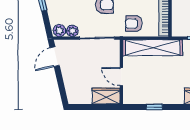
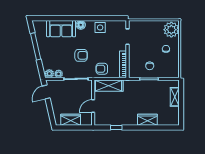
shelving: (153, 48) -> (108, 86), width x0.68
door: (121, 77) -> (93, 106), hinge flipped
wardrobe: (106, 96) -> (71, 120), moved

